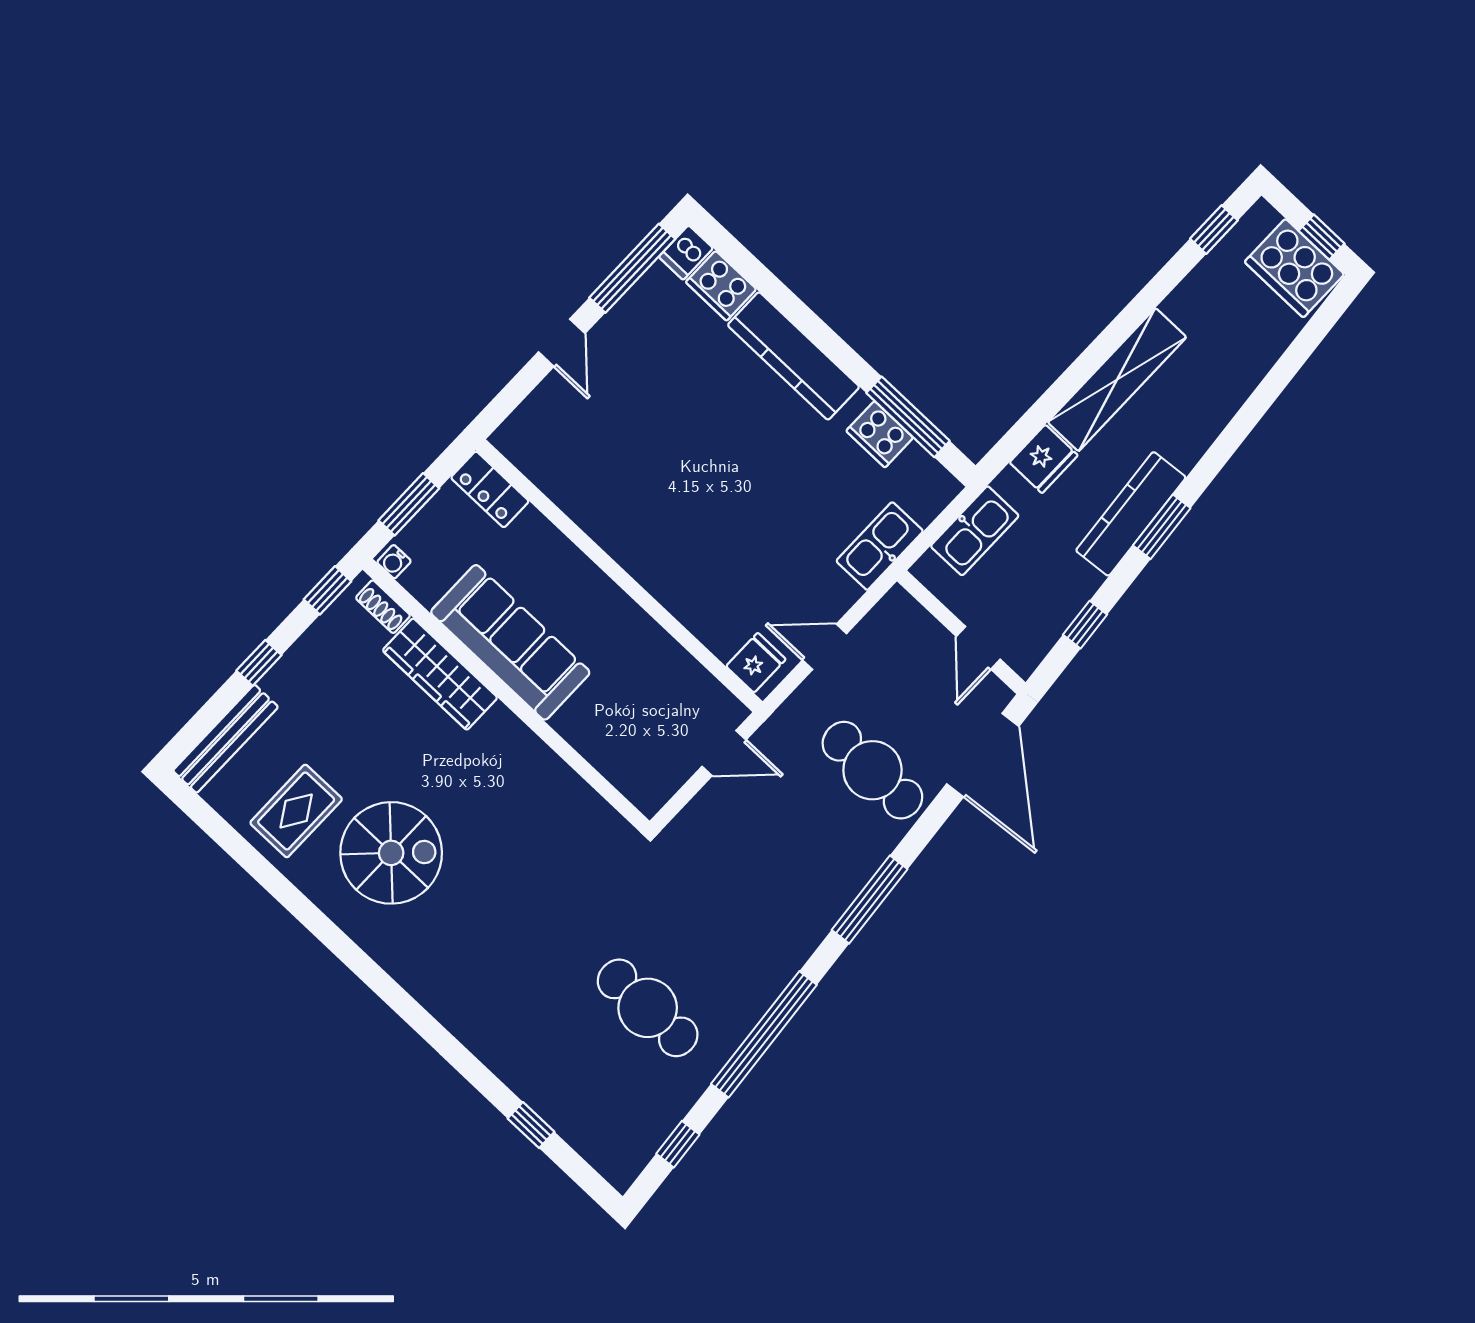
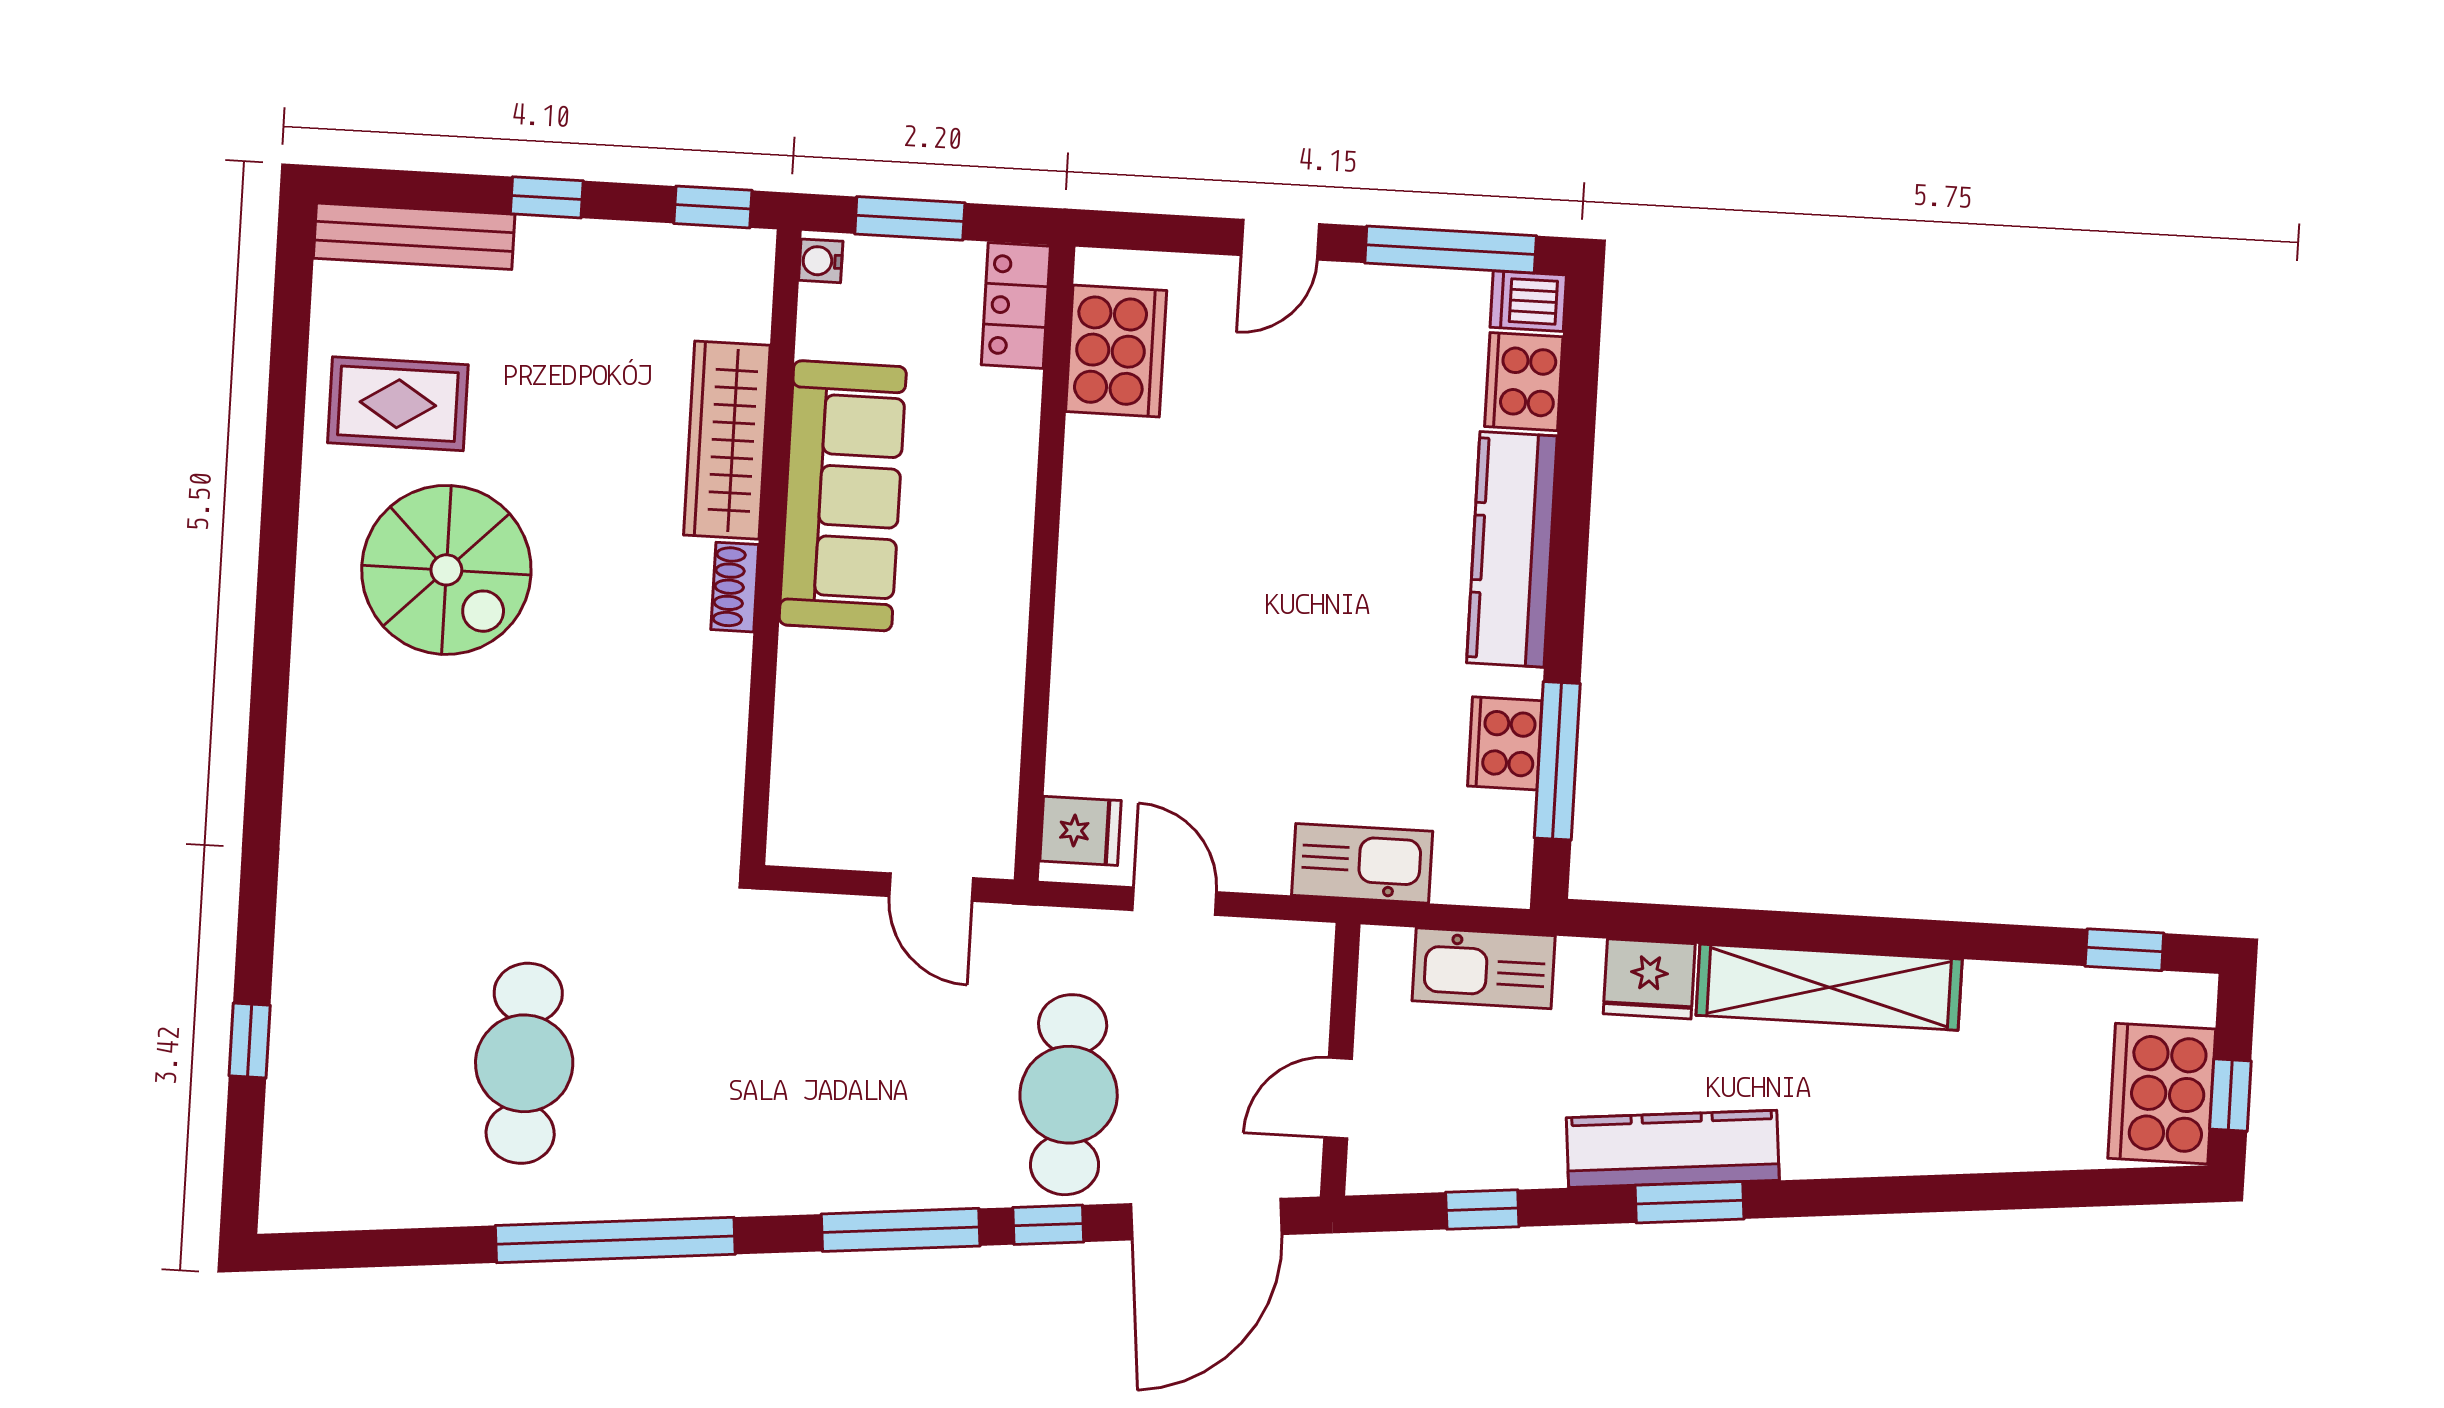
cooker: (549, 461) -> (1116, 351), added
shoe rack: (383, 607) -> (735, 587), moved
window: (678, 1144) -> (1048, 1225), moved

